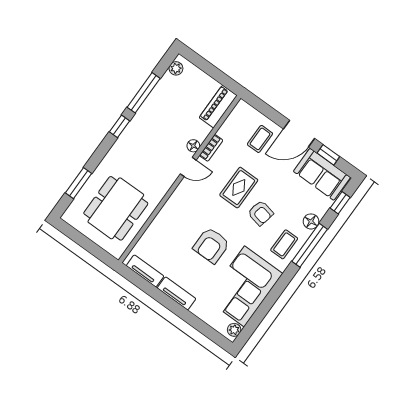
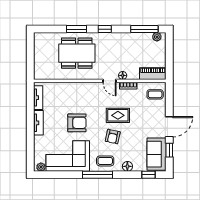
window: (144, 93) -> (144, 29), moved
door: (299, 134) -> (169, 127), swing flipped
coffee table: (260, 139) -> (155, 94), moved
window: (79, 183) -> (77, 29), moved
dining table: (116, 208) -> (77, 53), moved
armchair: (211, 245) -> (77, 123), turned 180
window: (310, 245) -> (98, 175), moved

